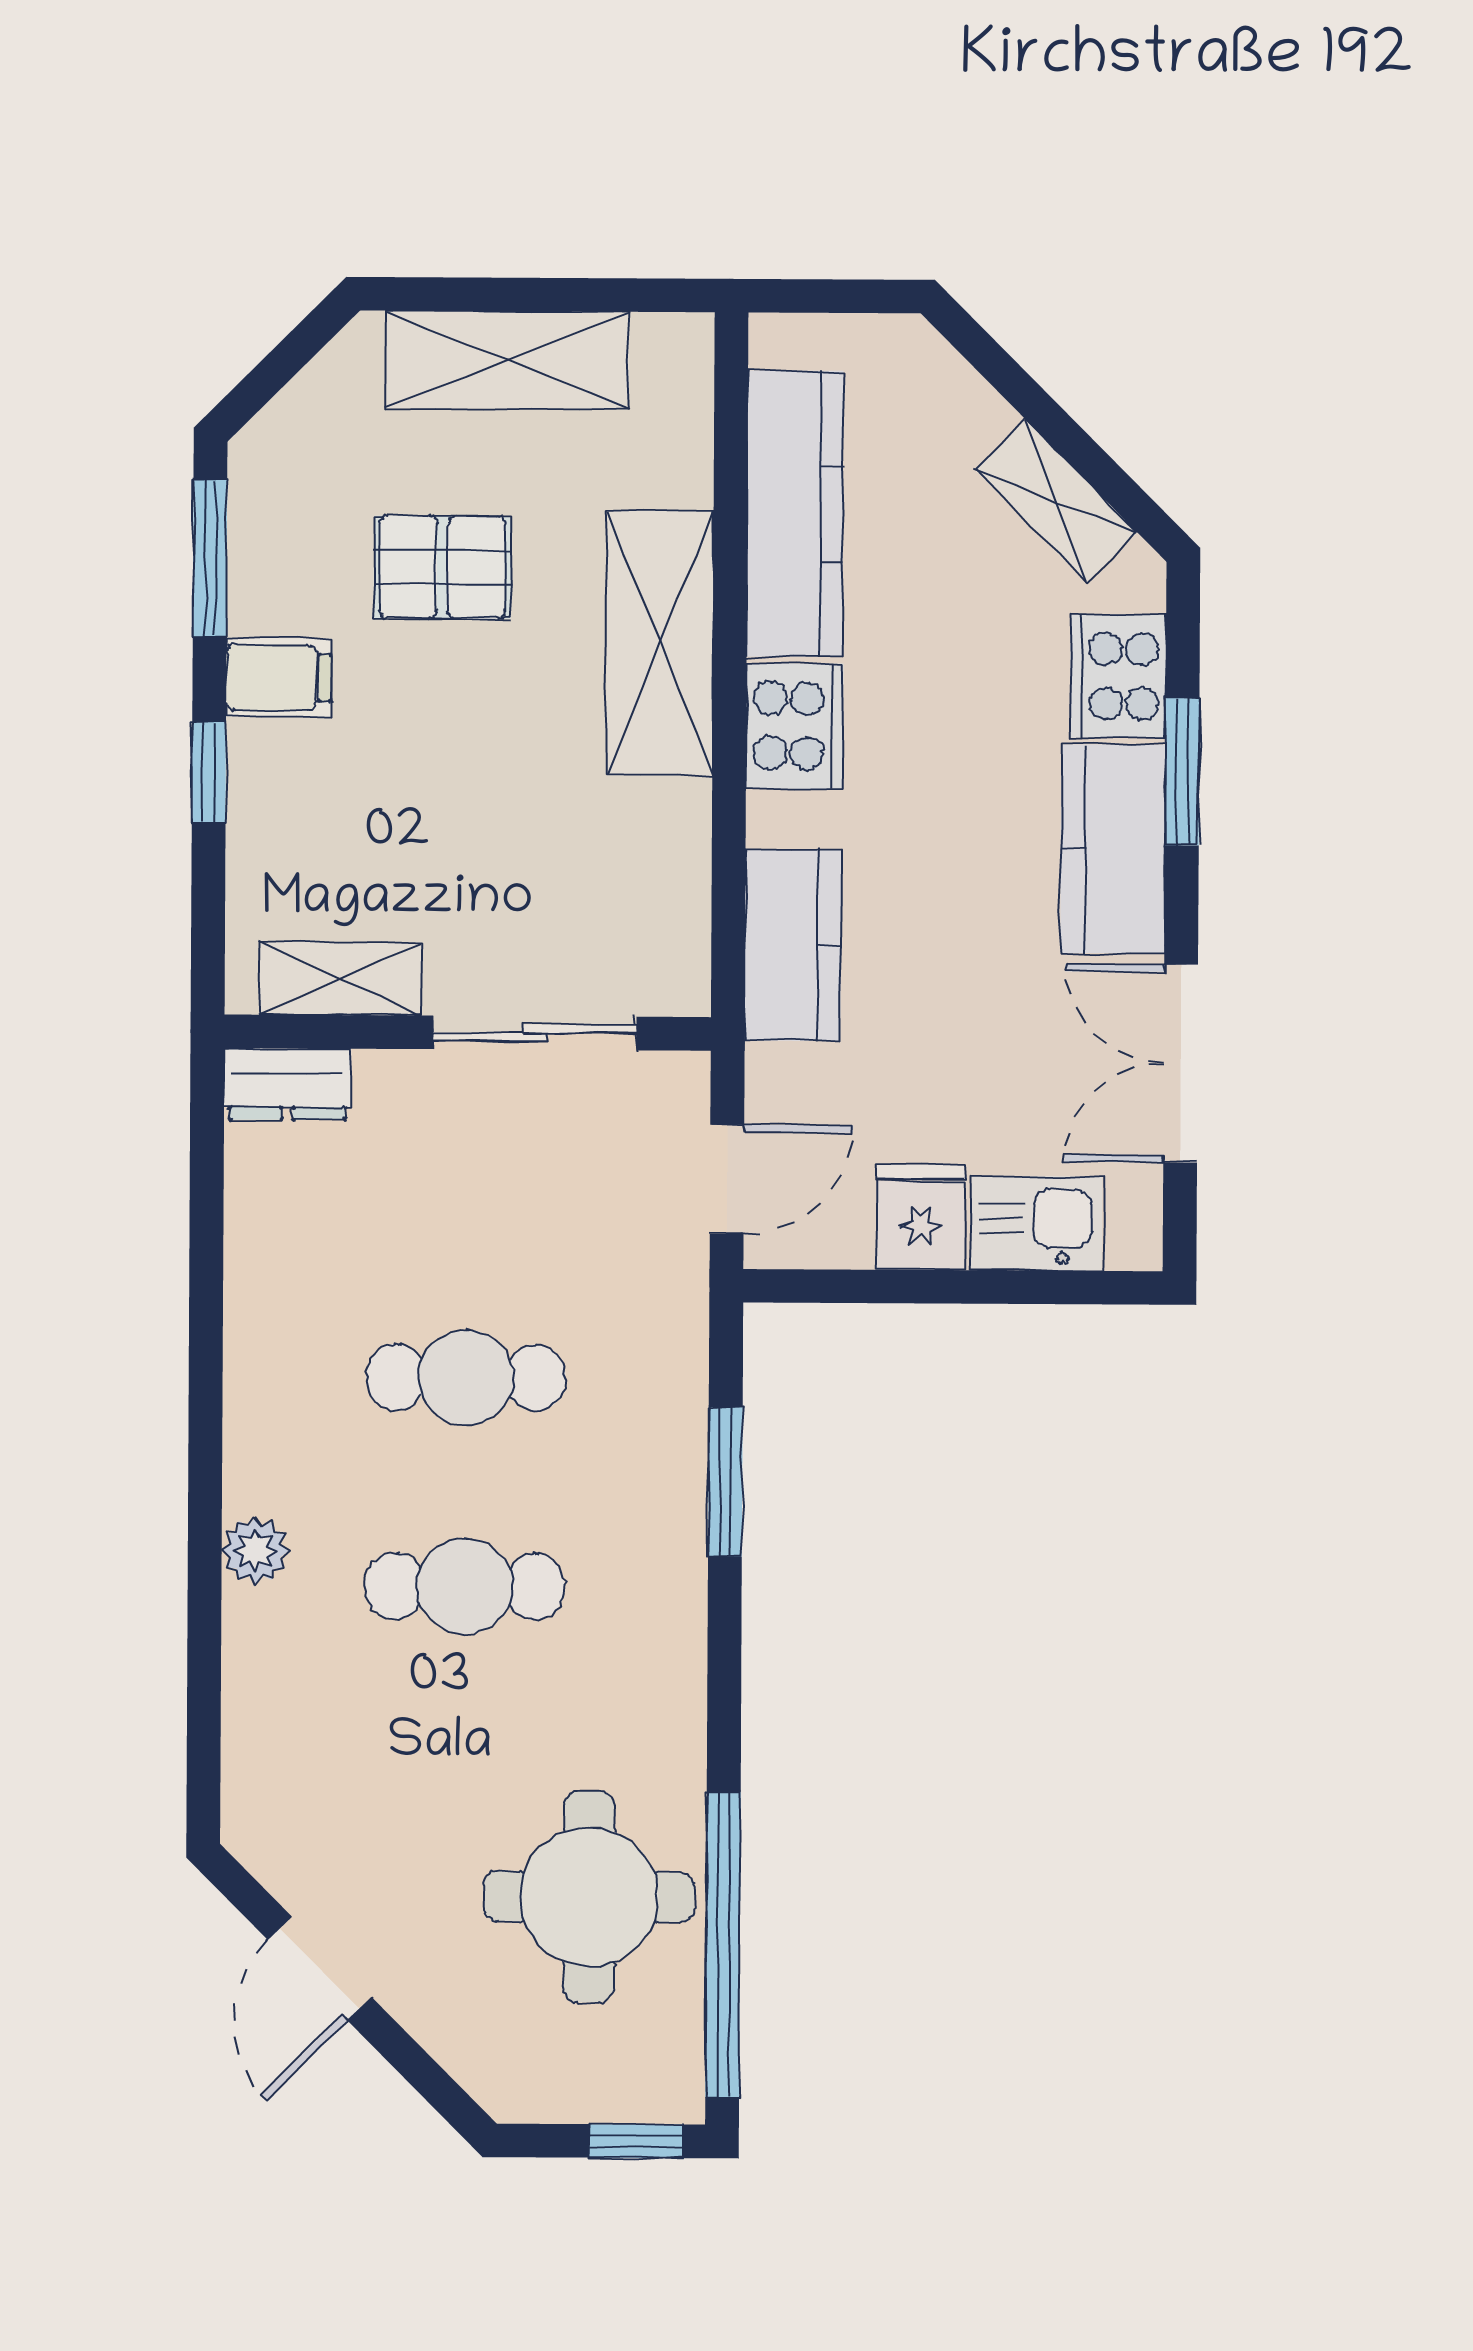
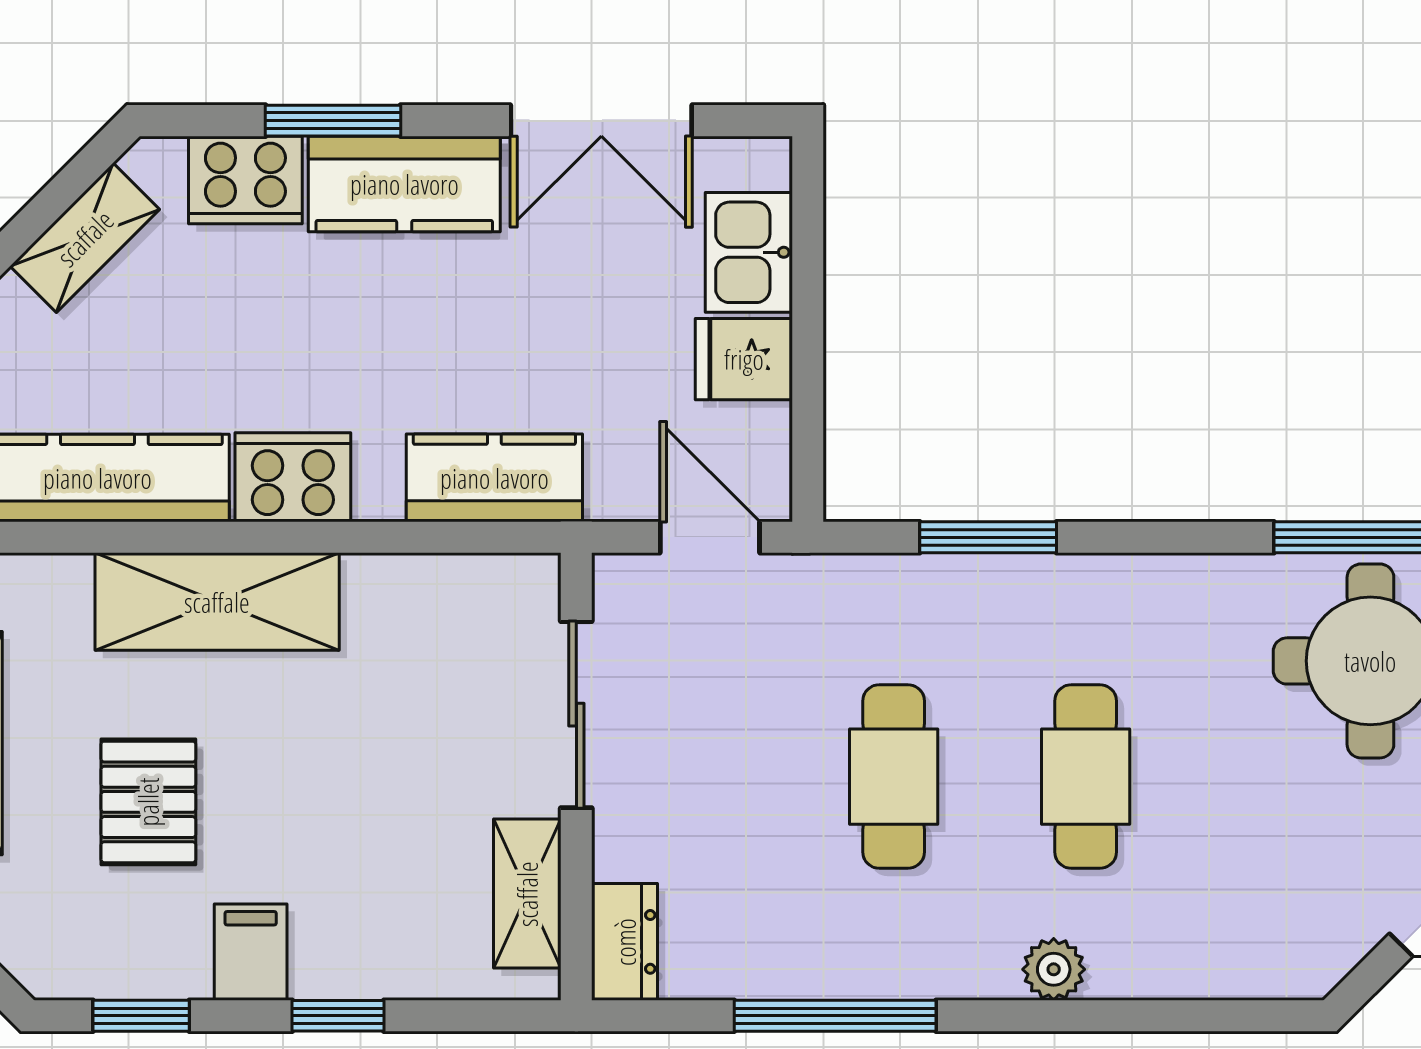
window: (210, 558) -> (141, 1016), width x0.67
window: (206, 1313) -> (835, 1016), added

